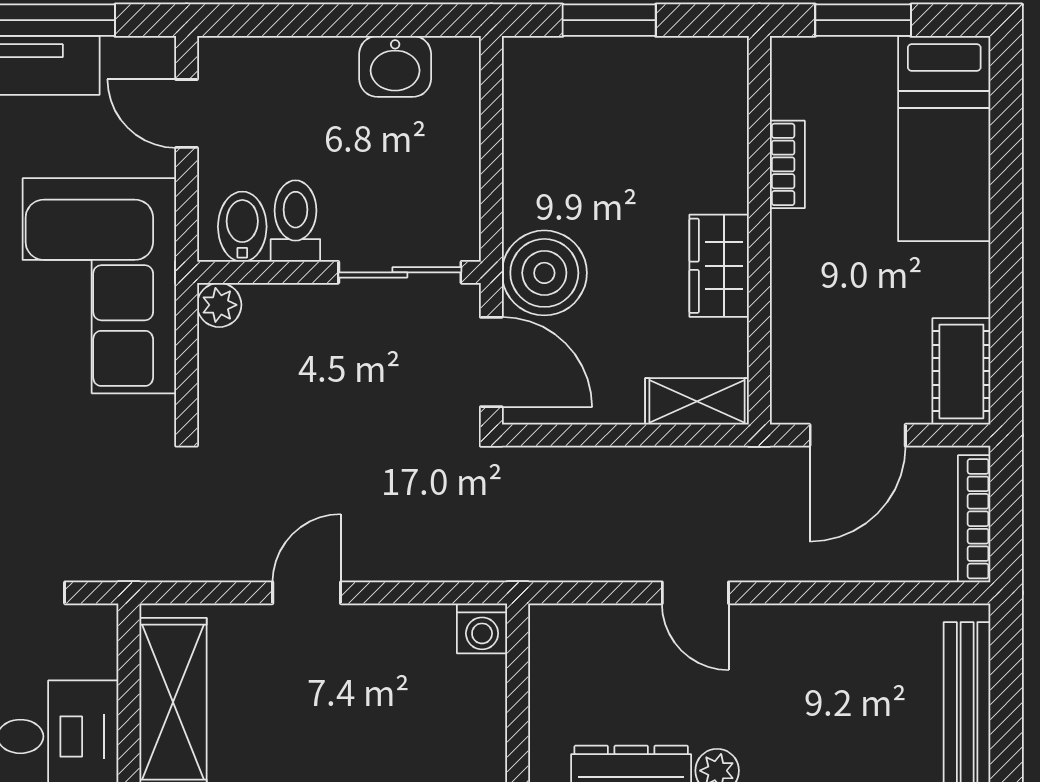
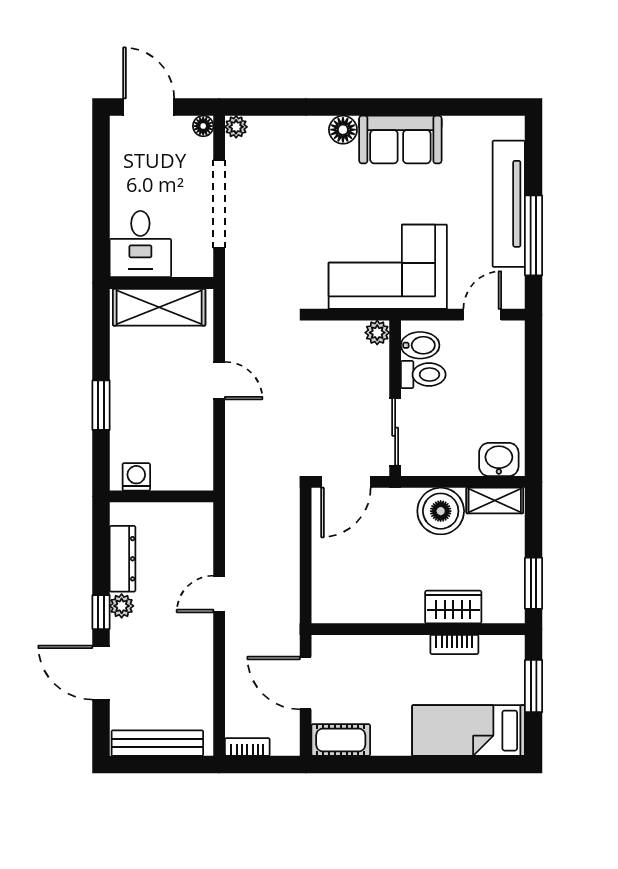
window: (609, 20) -> (534, 583), moved
washbasin: (395, 66) -> (499, 460), moved, turned 90
wardrobe: (719, 266) -> (453, 607), moved
boiler: (544, 273) -> (441, 511), moved
shelving: (697, 401) -> (495, 501), moved, turned 90
bookcase: (974, 519) -> (247, 747), width x0.64
washing machine: (482, 628) -> (136, 477), moved, turned 90

